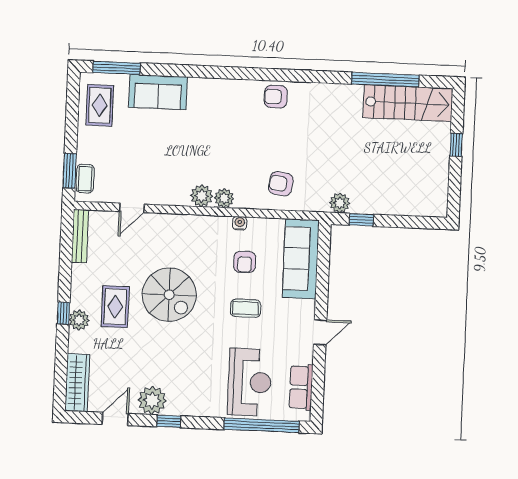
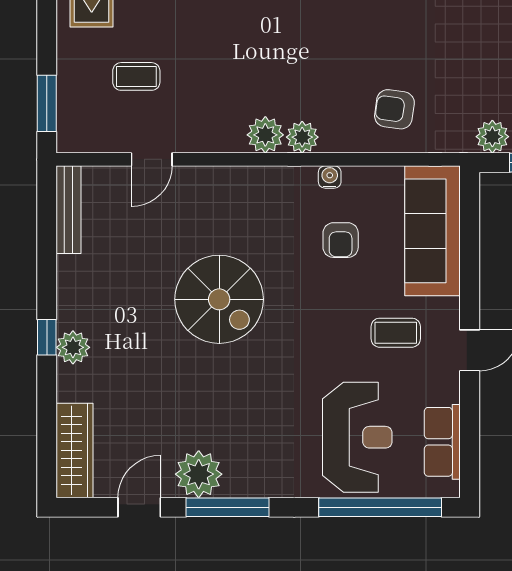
coffee table: (85, 179) -> (136, 76), moved, turned 90
rug: (115, 307) -> (131, 323), removed
coffee table: (246, 308) -> (396, 333), moved
window: (169, 421) -> (228, 507), width x2.17

